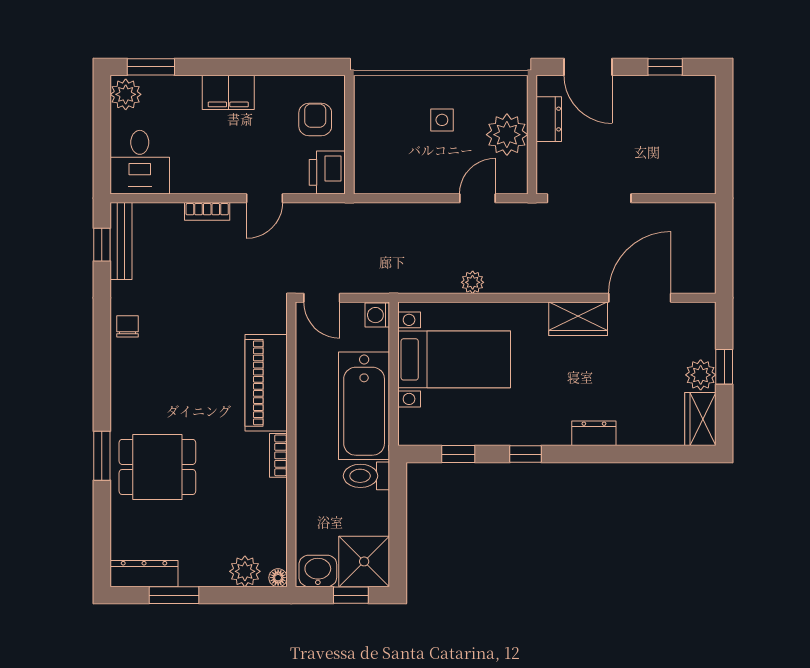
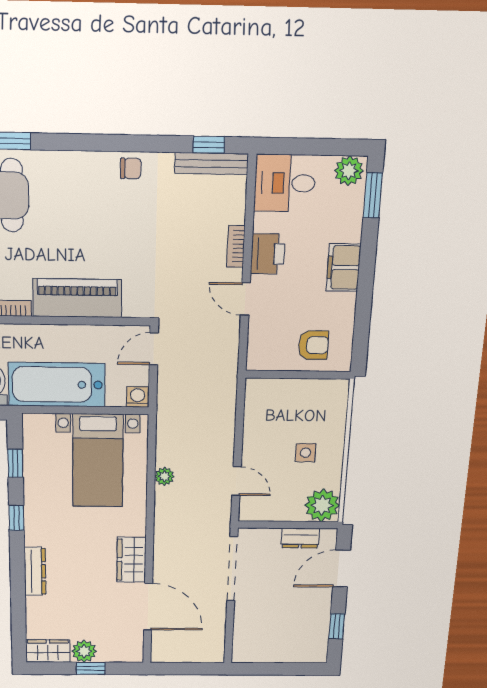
plant: (507, 135) -> (322, 505), moved
printer: (327, 172) -> (268, 254), moved, turned 90
dresser: (594, 433) -> (35, 571), width x1.44

